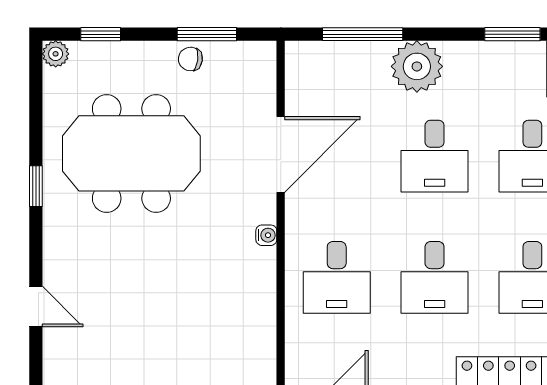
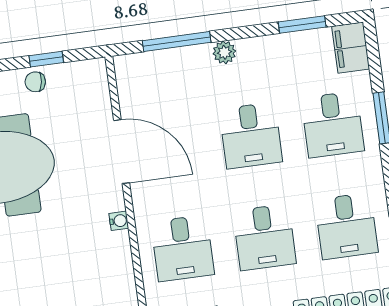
window: (207, 34) -> (46, 59), width x0.67
plant: (417, 66) -> (224, 52), width x0.53, depth x0.53
door: (281, 154) -> (122, 152), hinge flipped

